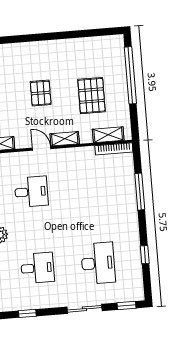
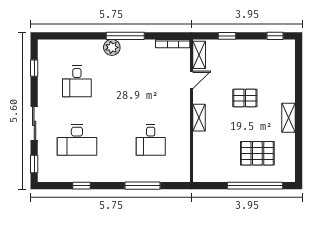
pallet: (91, 96) -> (257, 153), moved
shelving: (108, 135) -> (289, 118), moved
door: (42, 148) -> (192, 80), moved
bookcase: (114, 149) -> (186, 164), removed
desk: (31, 192) -> (151, 140), moved

